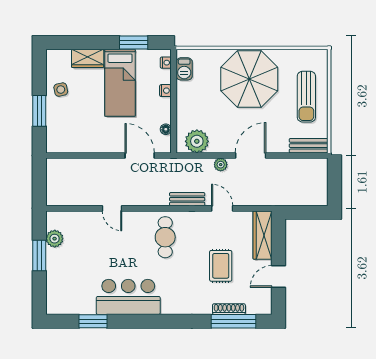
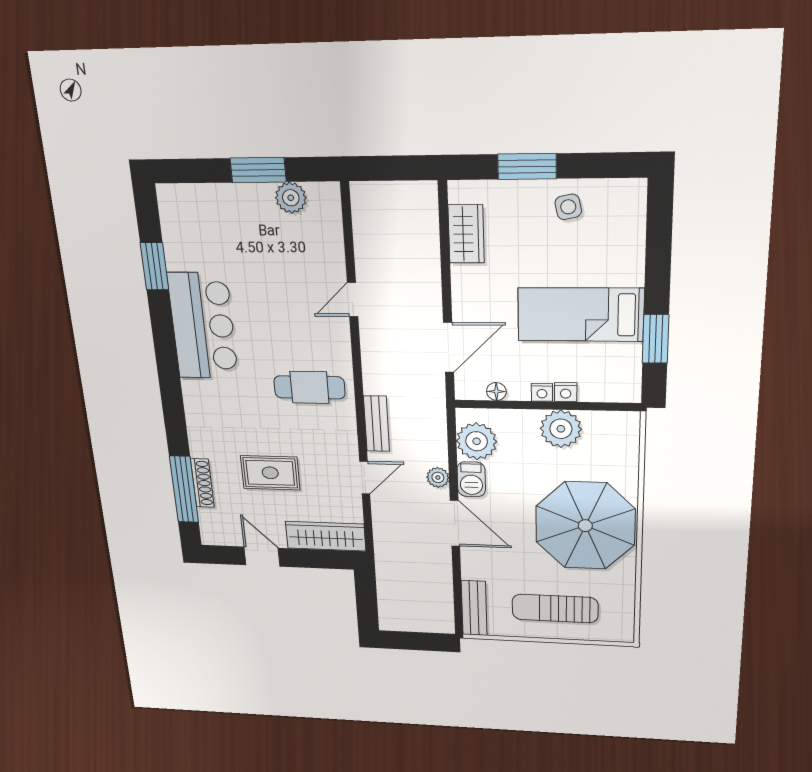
wardrobe: (88, 58) -> (466, 234), moved, turned 180
nightstand: (166, 63) -> (542, 392), moved
barbecue: (184, 69) -> (471, 479), moved, turned -90
plant: (188, 93) -> (561, 429), added

